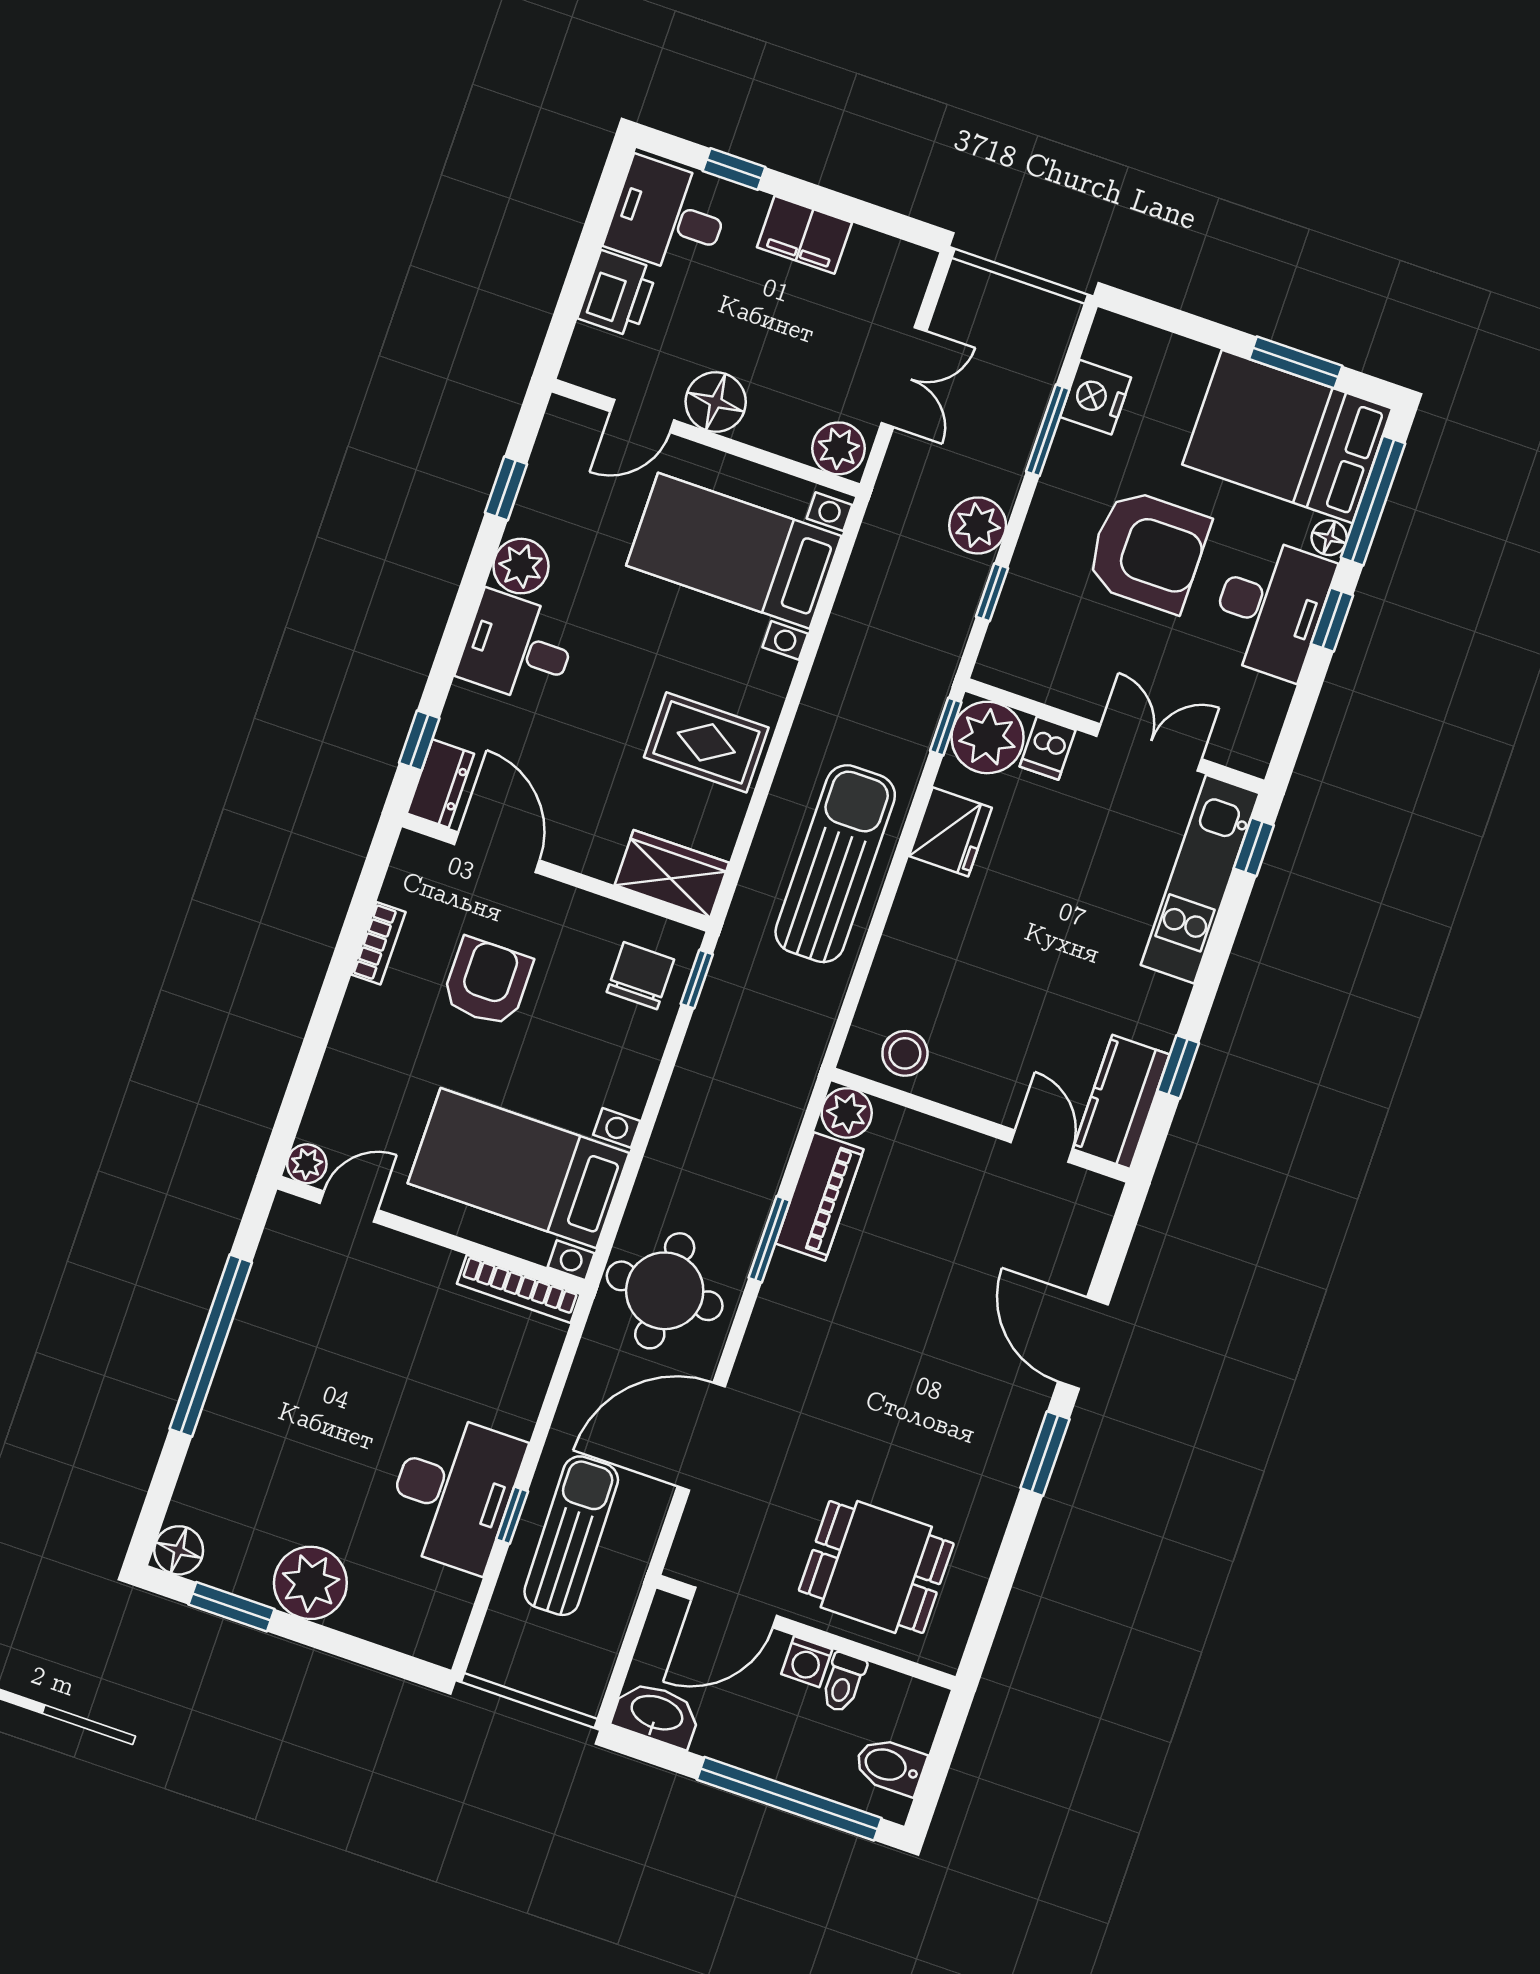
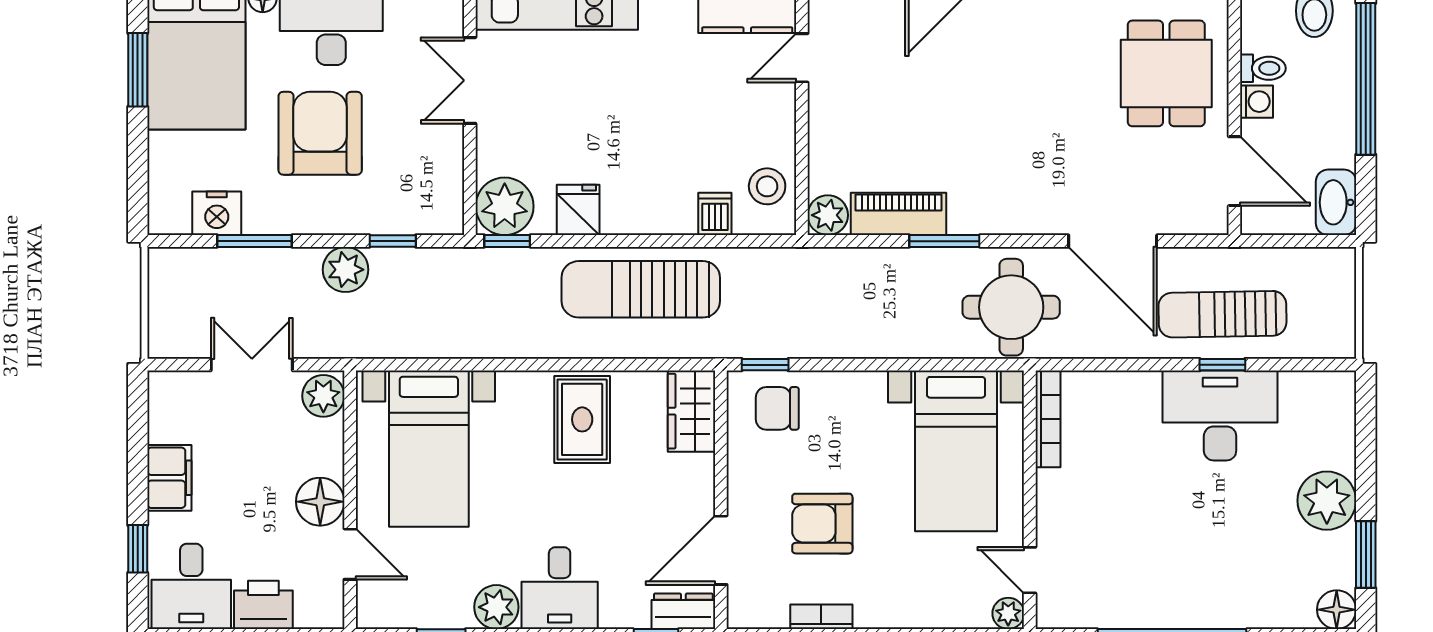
dishwasher: (1048, 748) -> (715, 214), moved, turned -90
fridge: (950, 832) -> (578, 210), width x0.72

